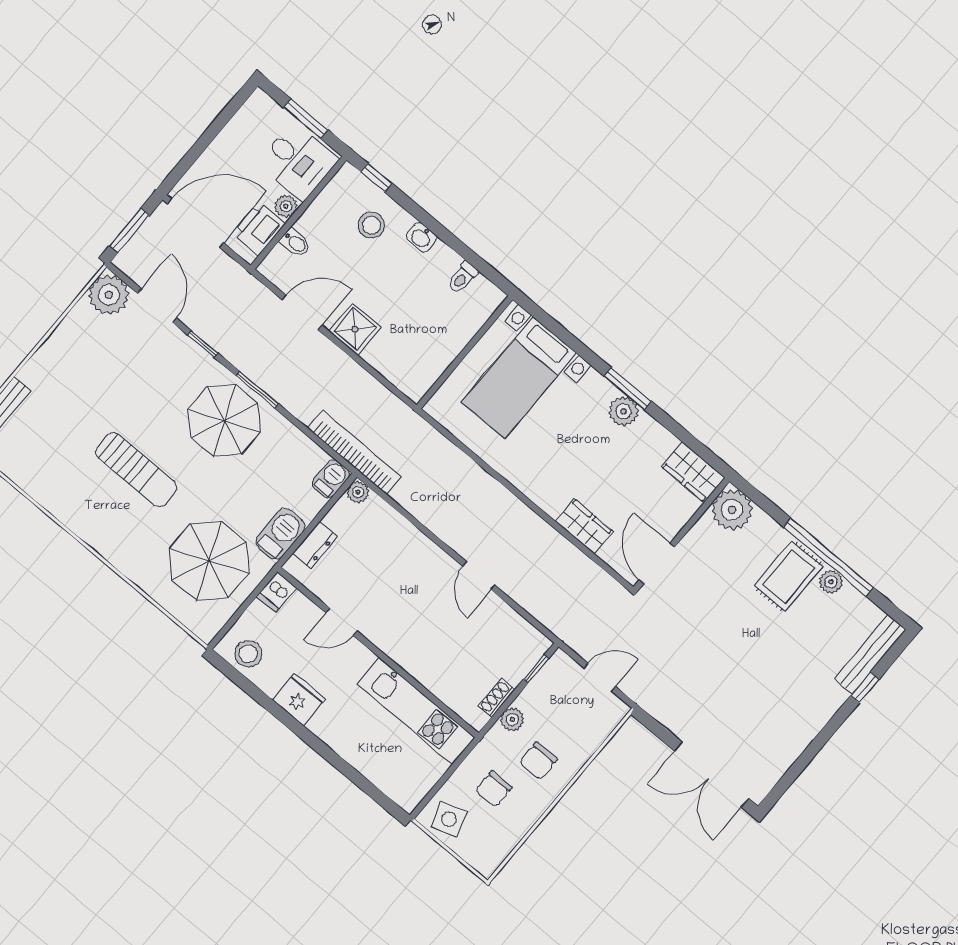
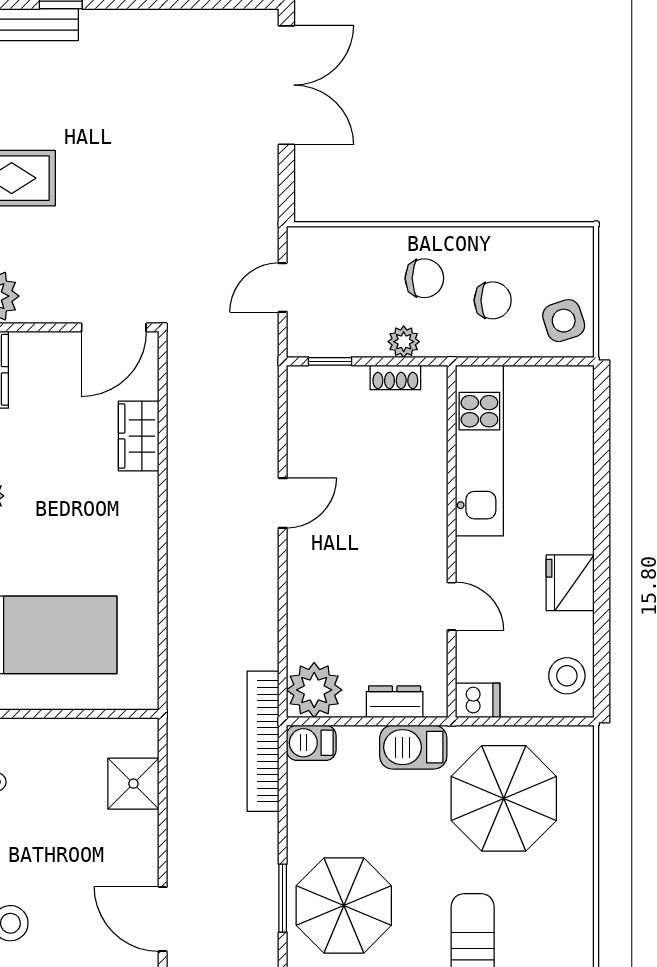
shower: (355, 329) -> (133, 784), moved
plant: (358, 492) -> (314, 690), width x1.88, depth x1.88
door: (600, 677) -> (283, 287), hinge flipped

